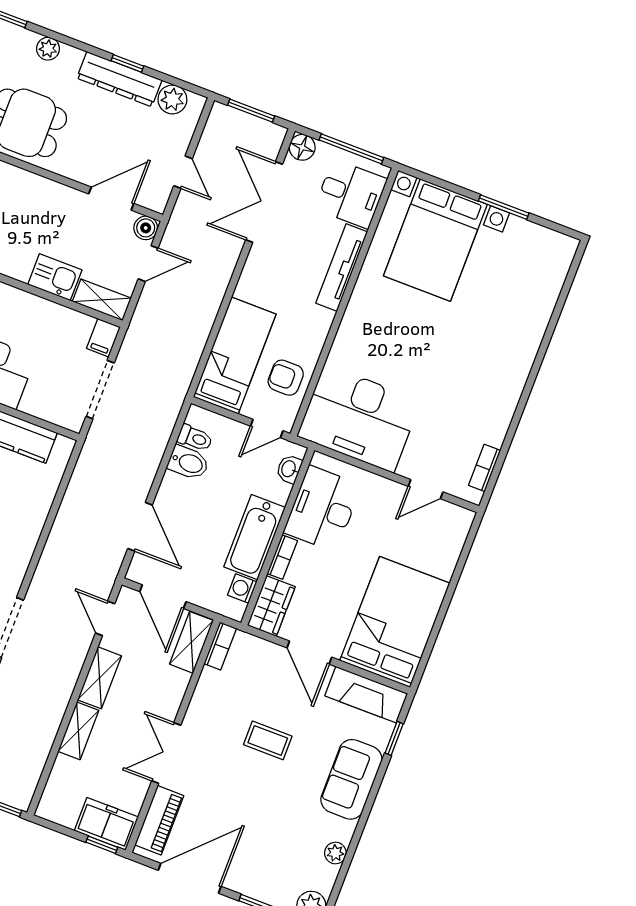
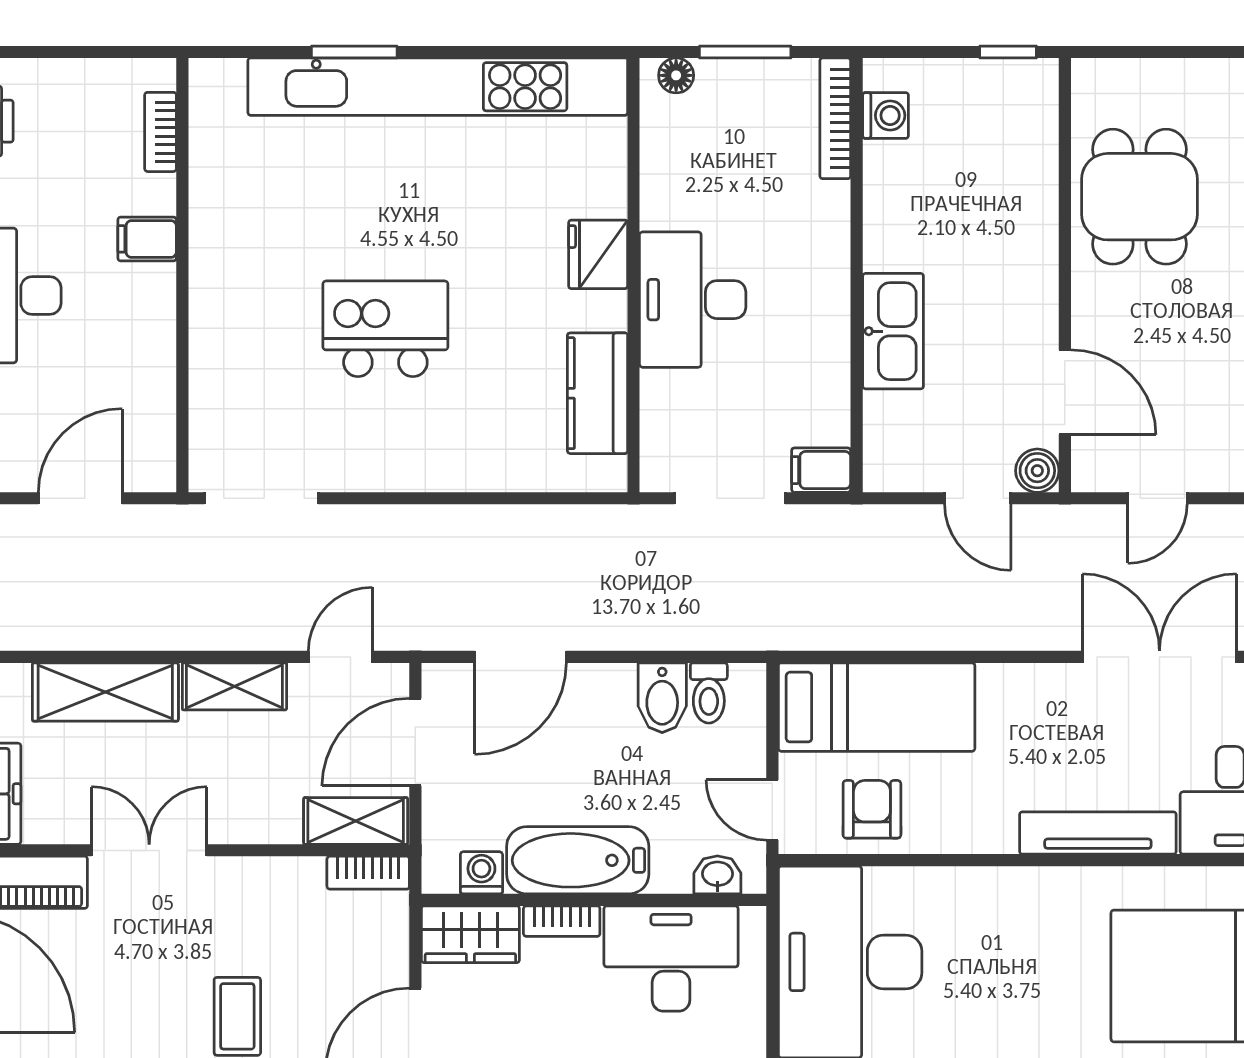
kitchen sink: (55, 277) -> (893, 331), width x1.38
shelving: (102, 300) -> (885, 443), removed
shelving: (78, 731) -> (105, 692), width x1.50, depth x1.33

